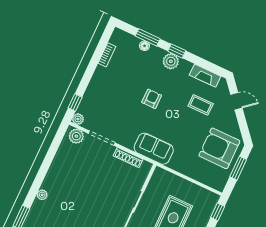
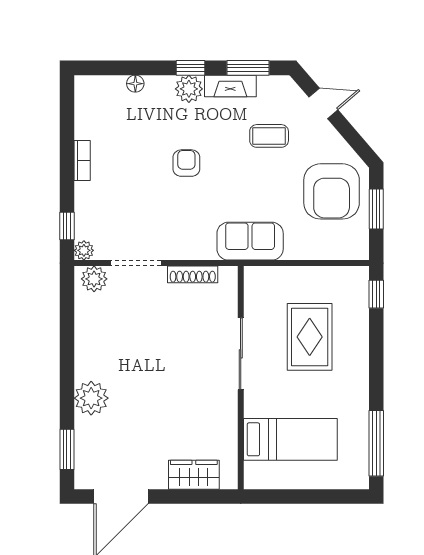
window: (148, 37) -> (248, 68), moved
bookcase: (107, 55) -> (82, 161), moved
fireplace: (205, 76) -> (230, 86), moved
armchair: (219, 148) -> (332, 191), turned -90
sofa: (154, 149) -> (250, 241), moved
plant: (42, 195) -> (91, 398), width x1.88, depth x1.88

